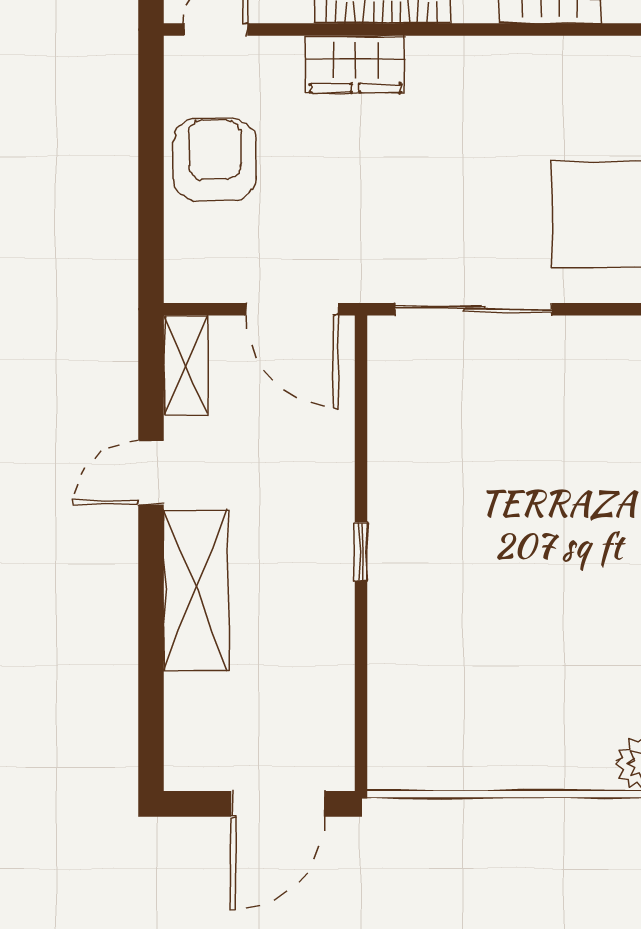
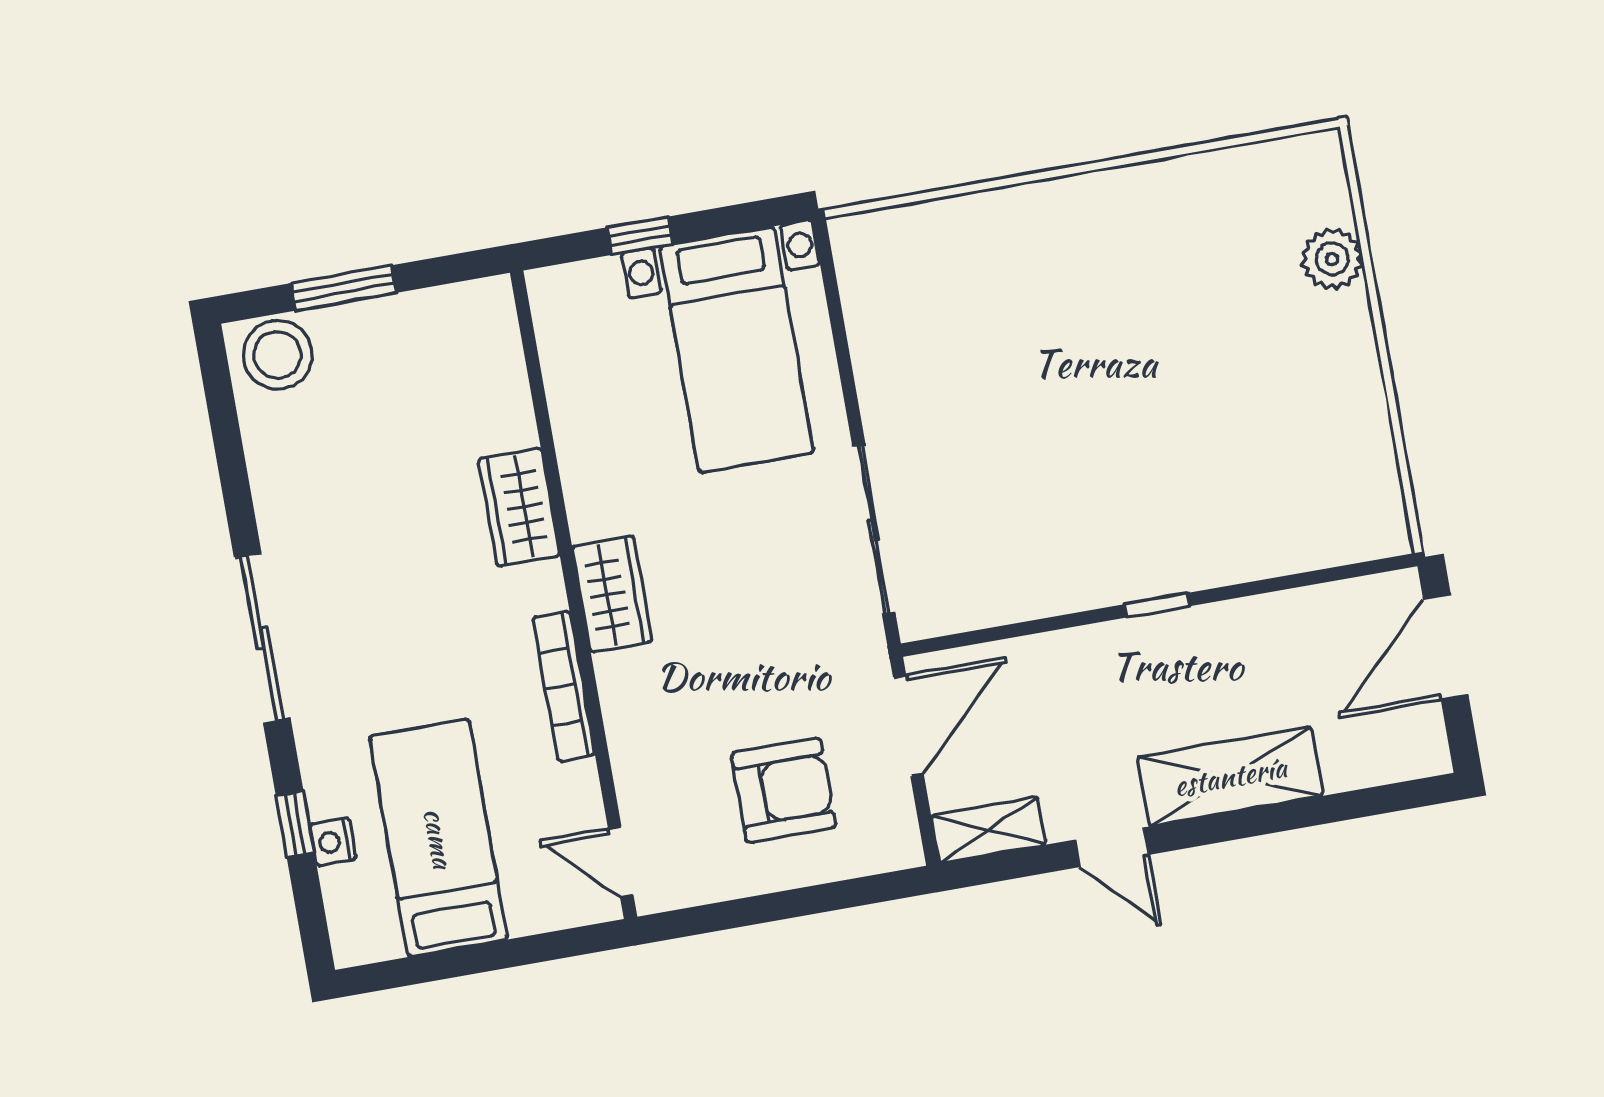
wardrobe: (355, 64) -> (612, 594), moved
armchair: (215, 160) -> (784, 790), moved, turned 180
door: (278, 804) -> (1446, 647), swing flipped

